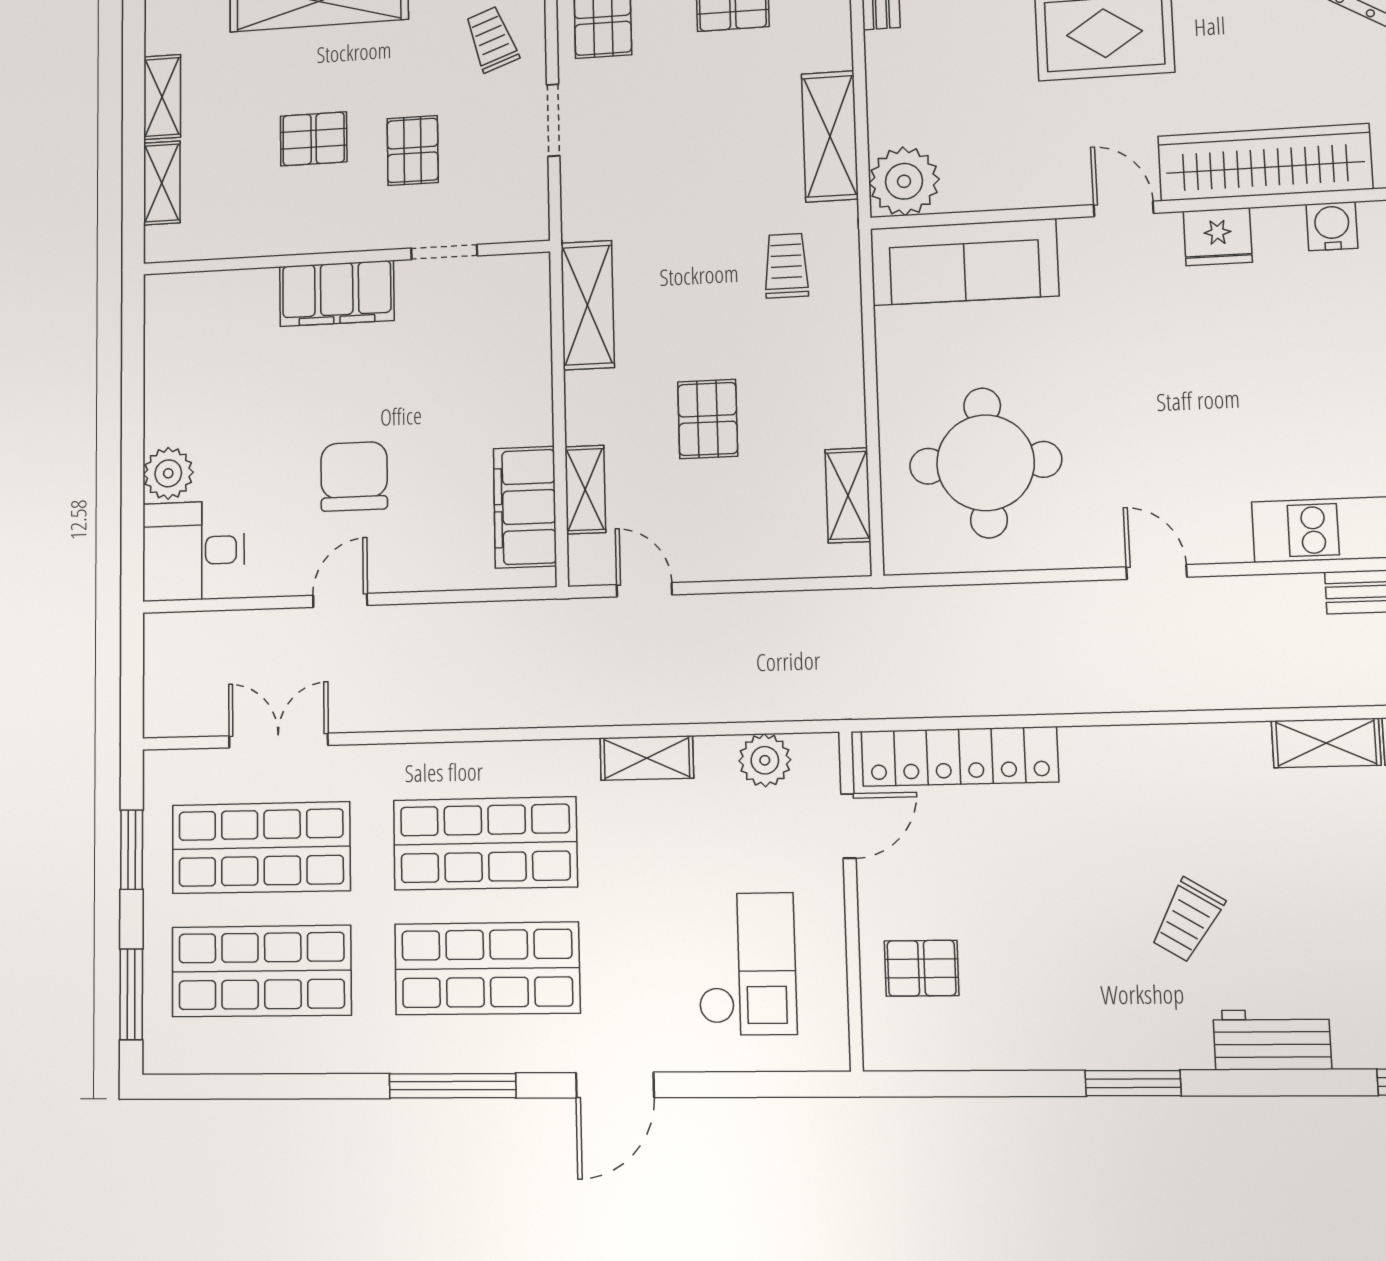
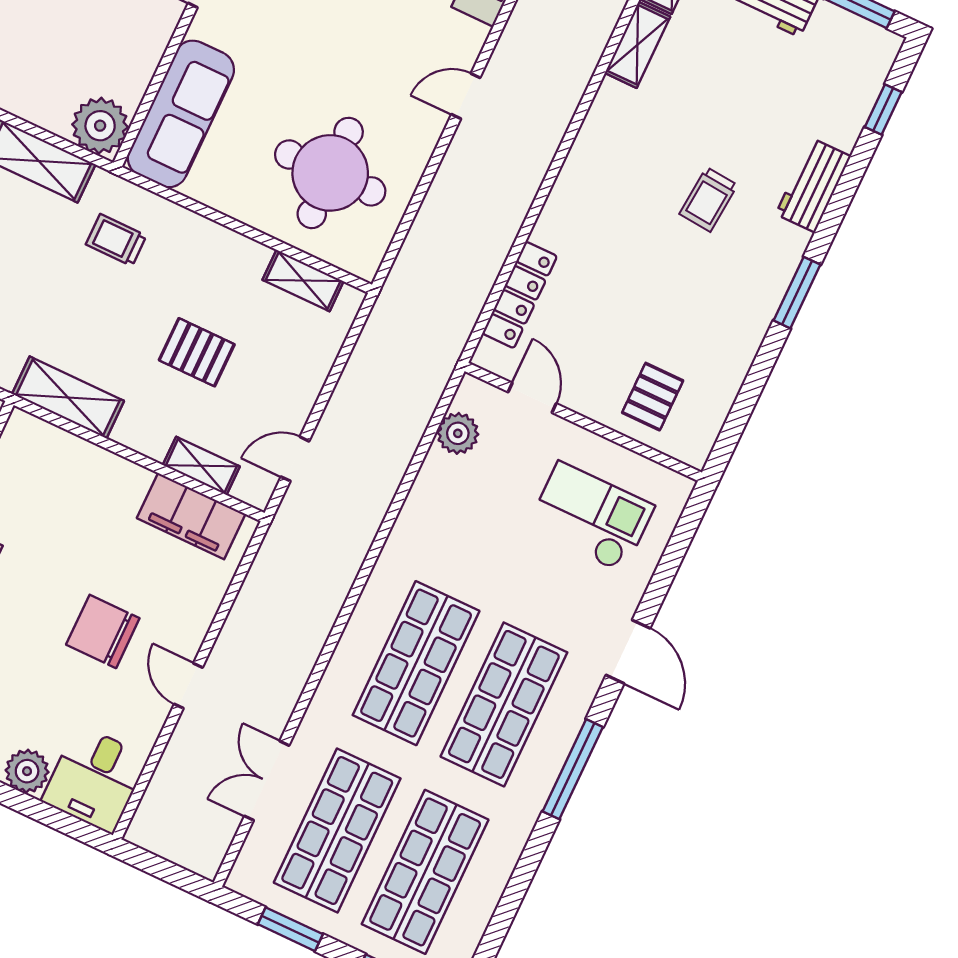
locker: (959, 756) -> (520, 295), width x0.71, depth x0.83
shelving: (647, 758) -> (414, 517), removed
trolley: (1187, 920) -> (708, 199), turned 64

